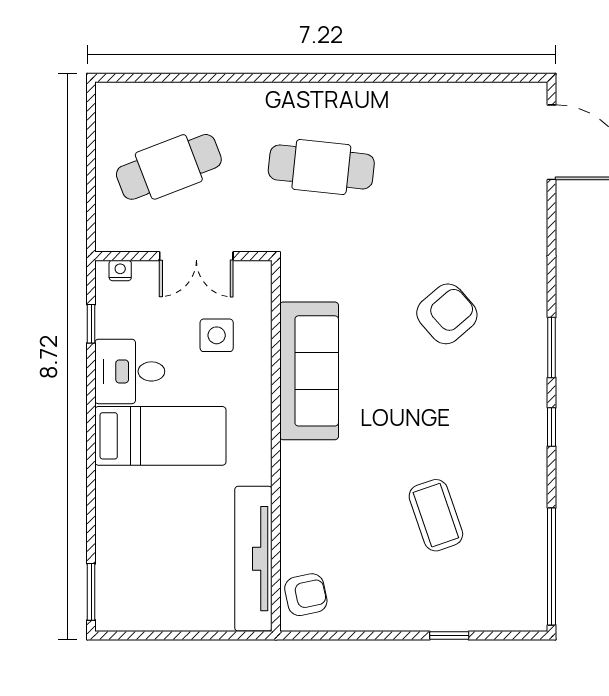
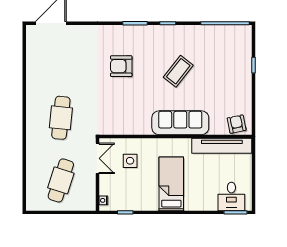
cafe table: (169, 167) -> (61, 180), turned 39
double door: (196, 256) -> (97, 158), moved
armchair: (447, 314) -> (121, 66), turned -49
desk: (130, 371) -> (231, 196), moved
sofa: (309, 371) -> (180, 123), moved
coffee table: (436, 515) -> (178, 71), moved, turned -33

